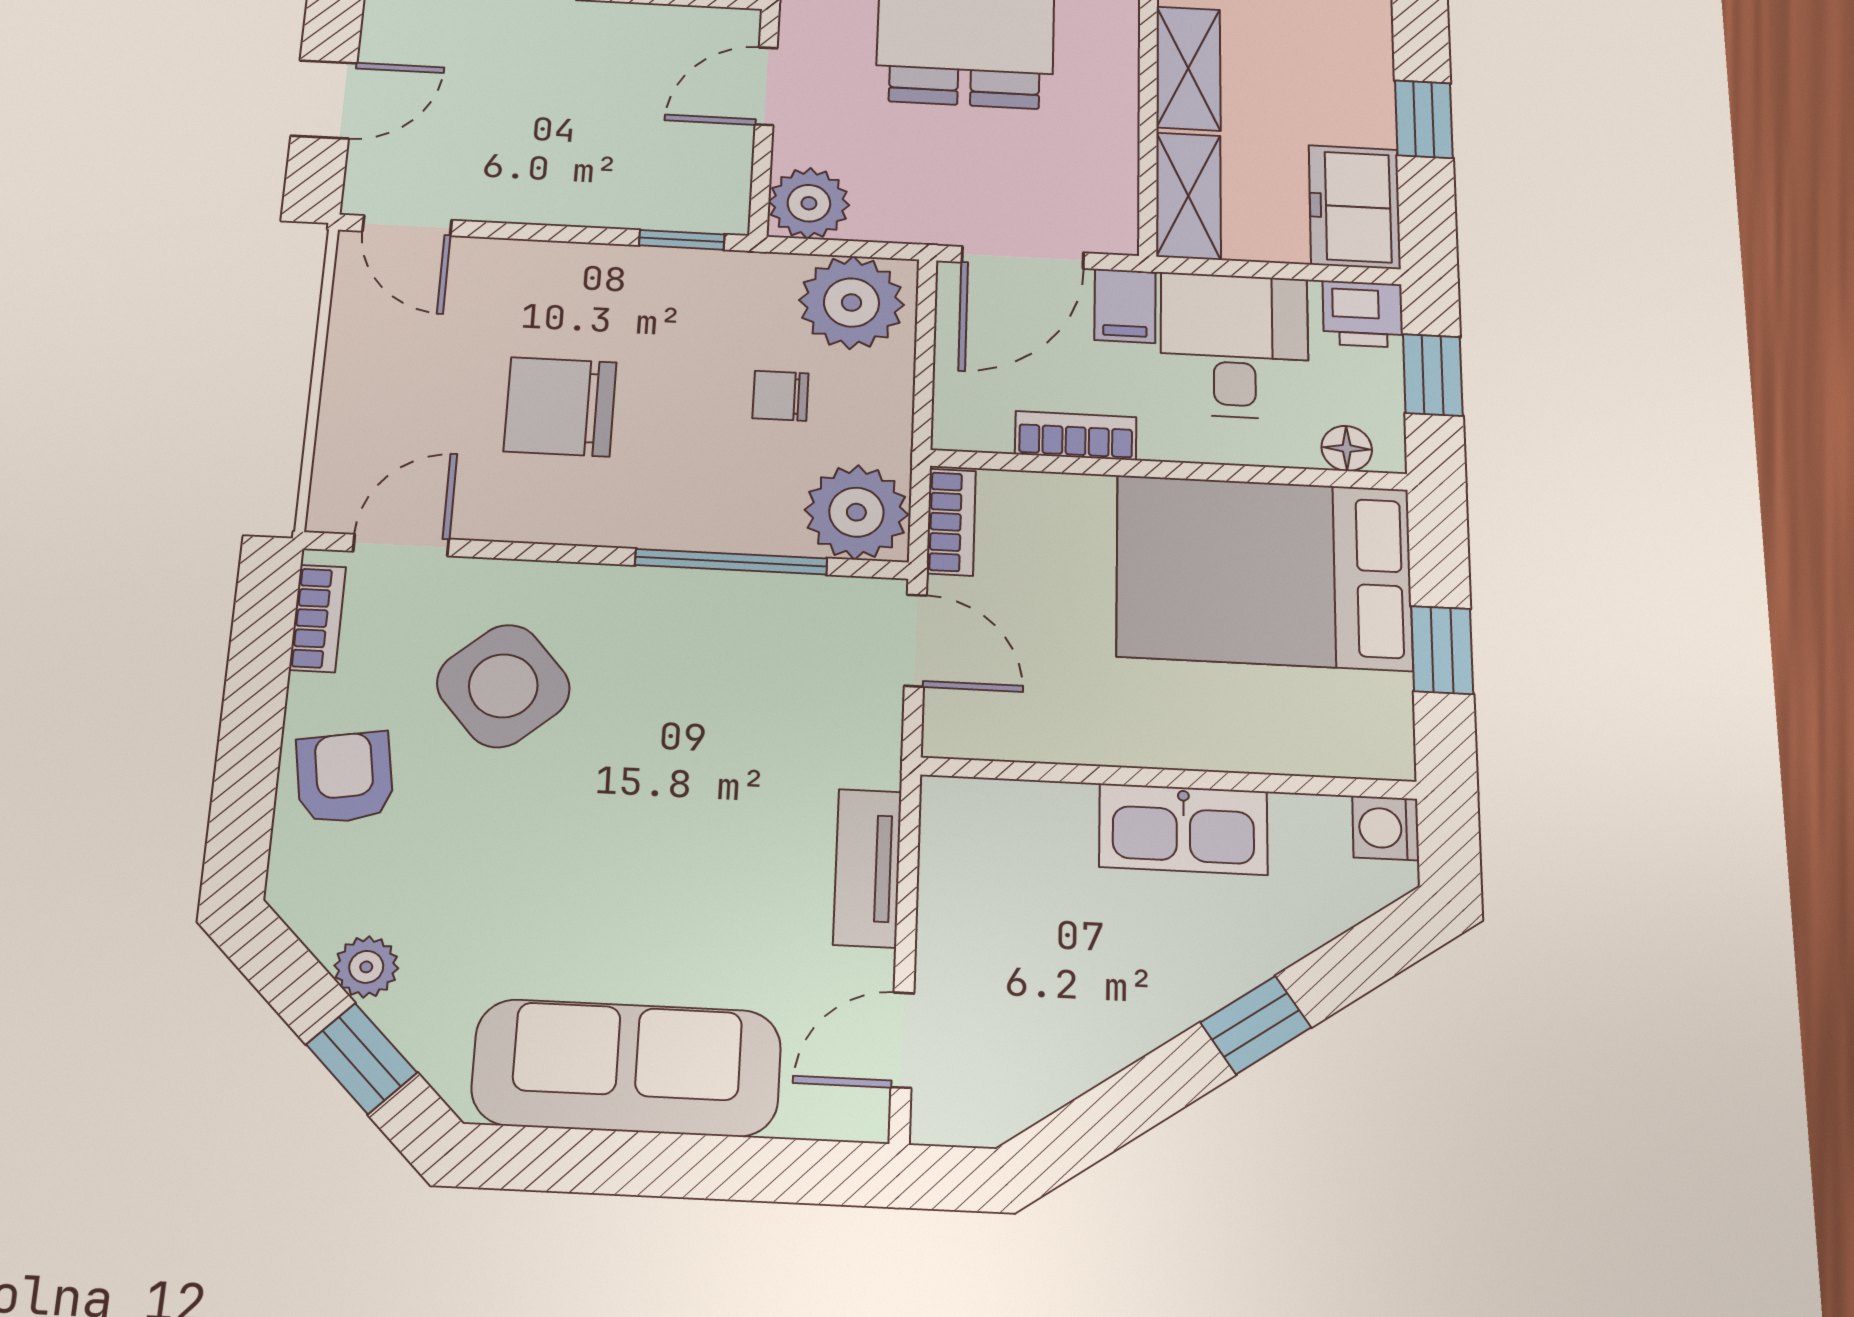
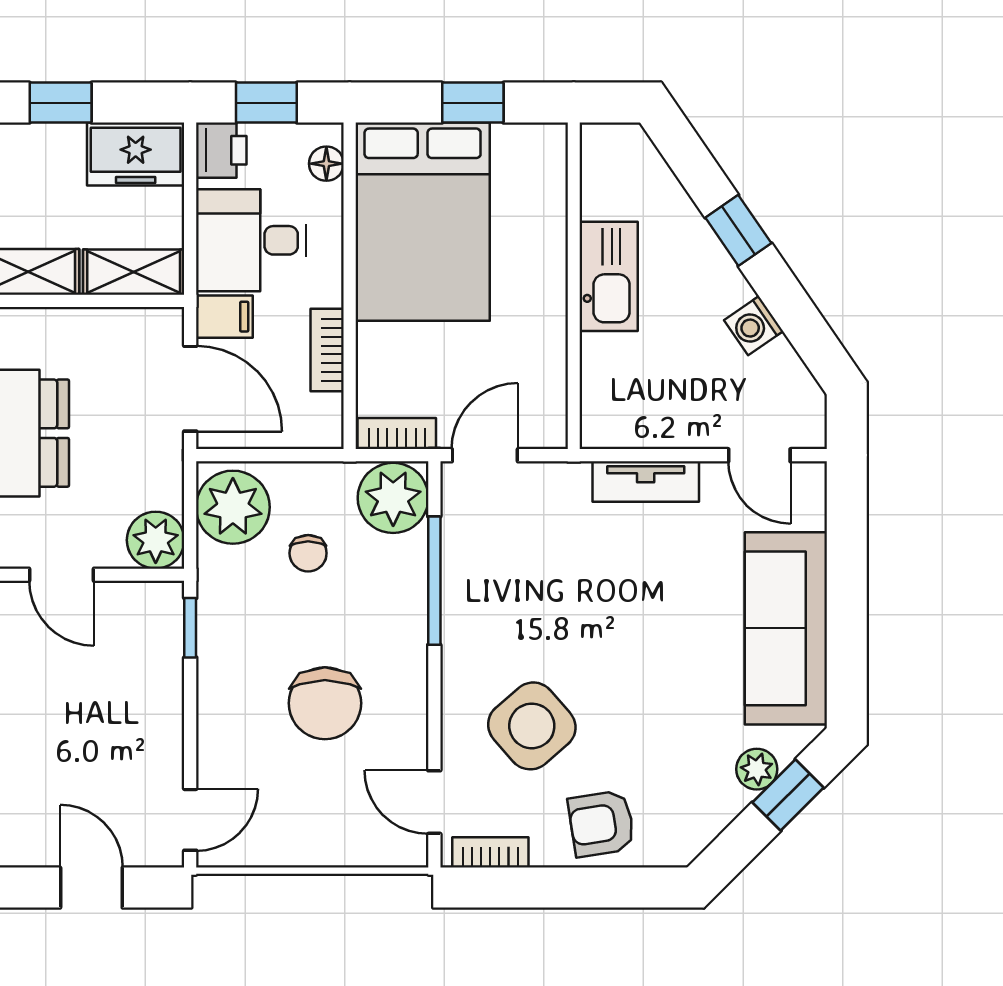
washing machine: (1386, 828) -> (754, 326), moved, turned 56
plant: (366, 967) -> (757, 769), moved

